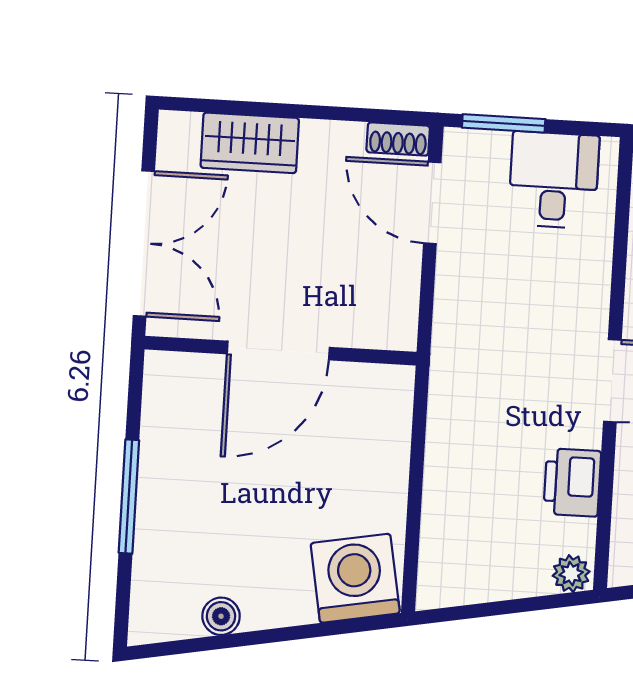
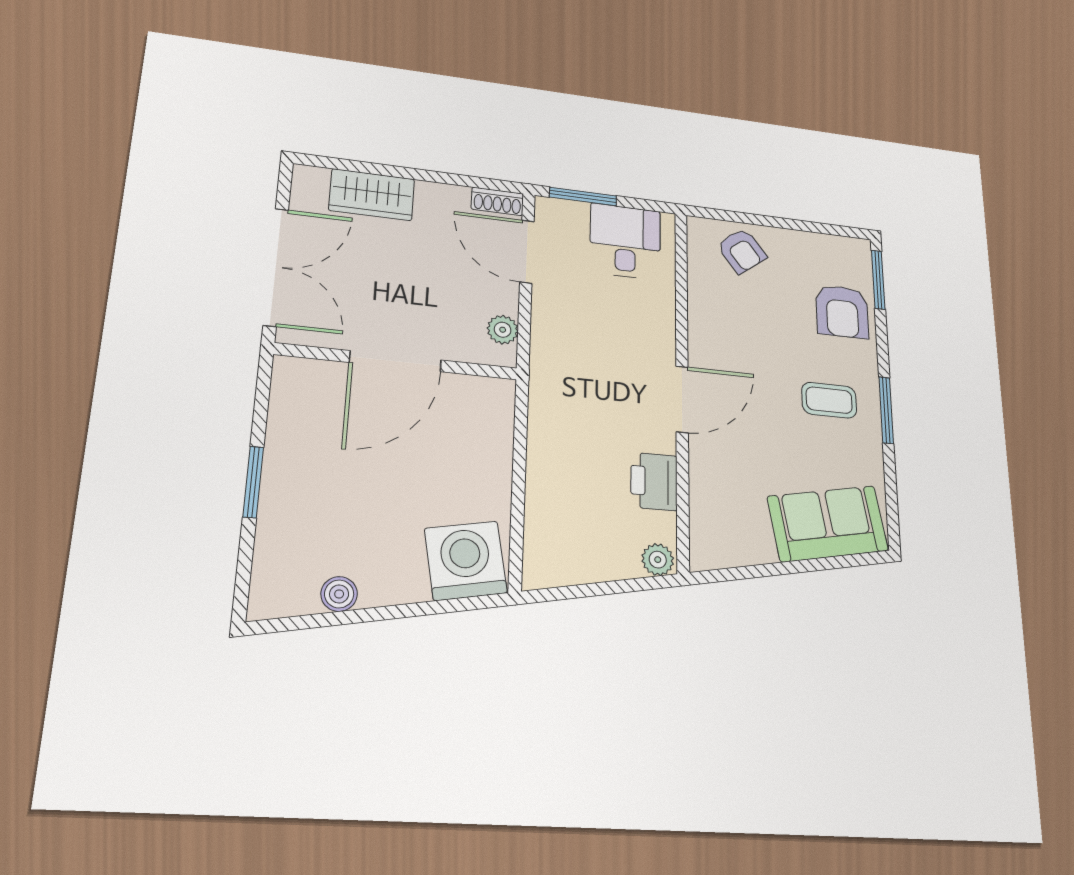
plant: (401, 305) -> (503, 330), added
window: (129, 497) -> (253, 482), width x0.69

